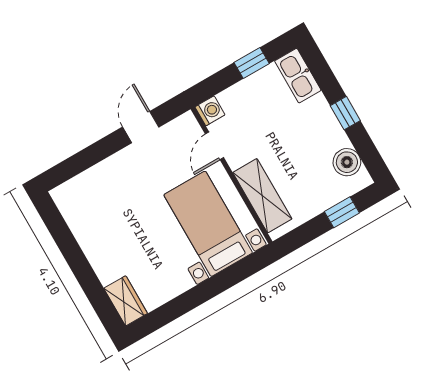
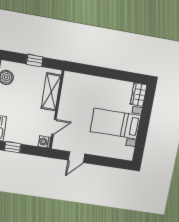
window: (342, 212) -> (35, 61), moved
bed with nightstands: (208, 224) -> (116, 124), moved, turned 90

